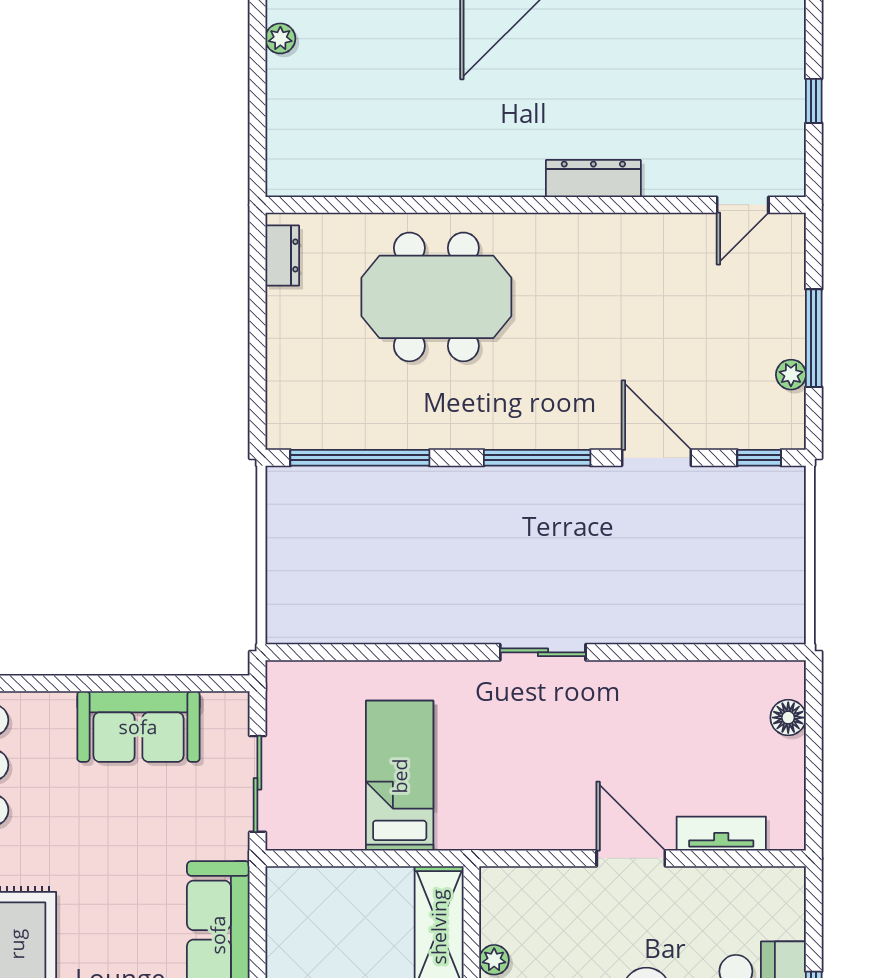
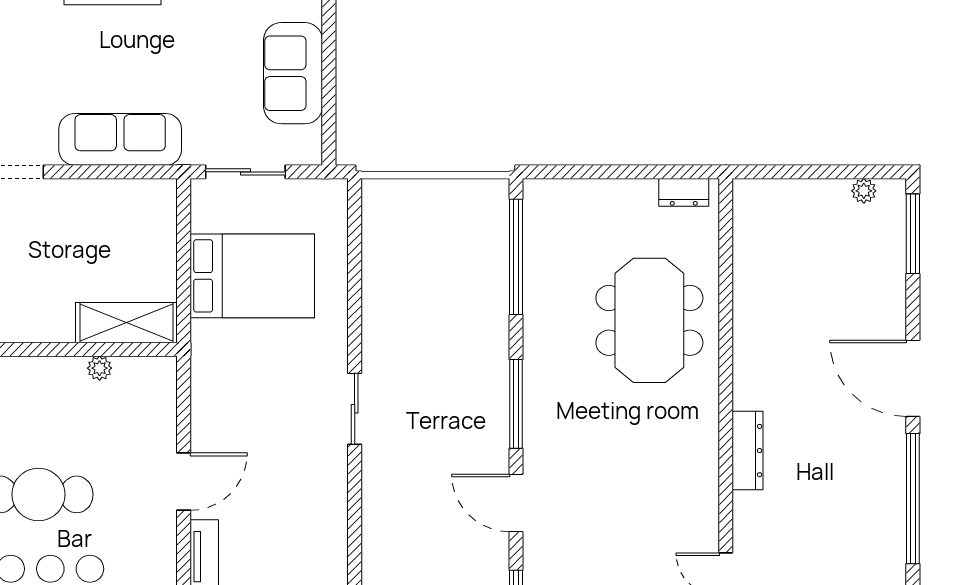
door: (657, 458) -> (516, 503), swing flipped
bed: (400, 776) -> (252, 276), width x1.50

